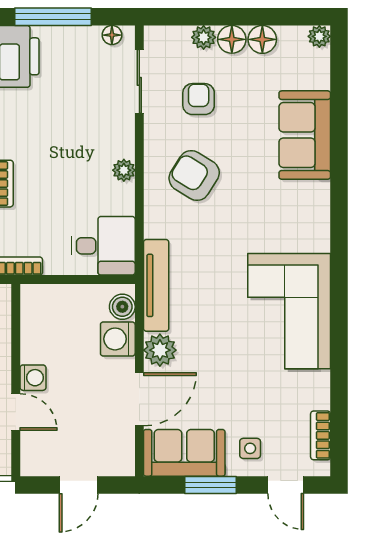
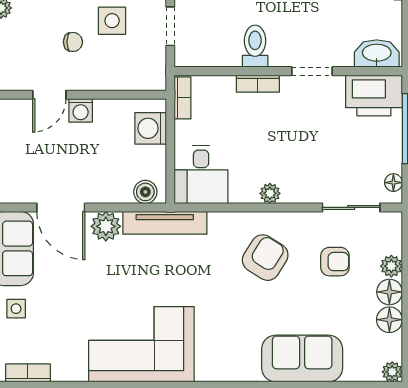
washing machine: (118, 339) -> (151, 128), moved, turned -90

